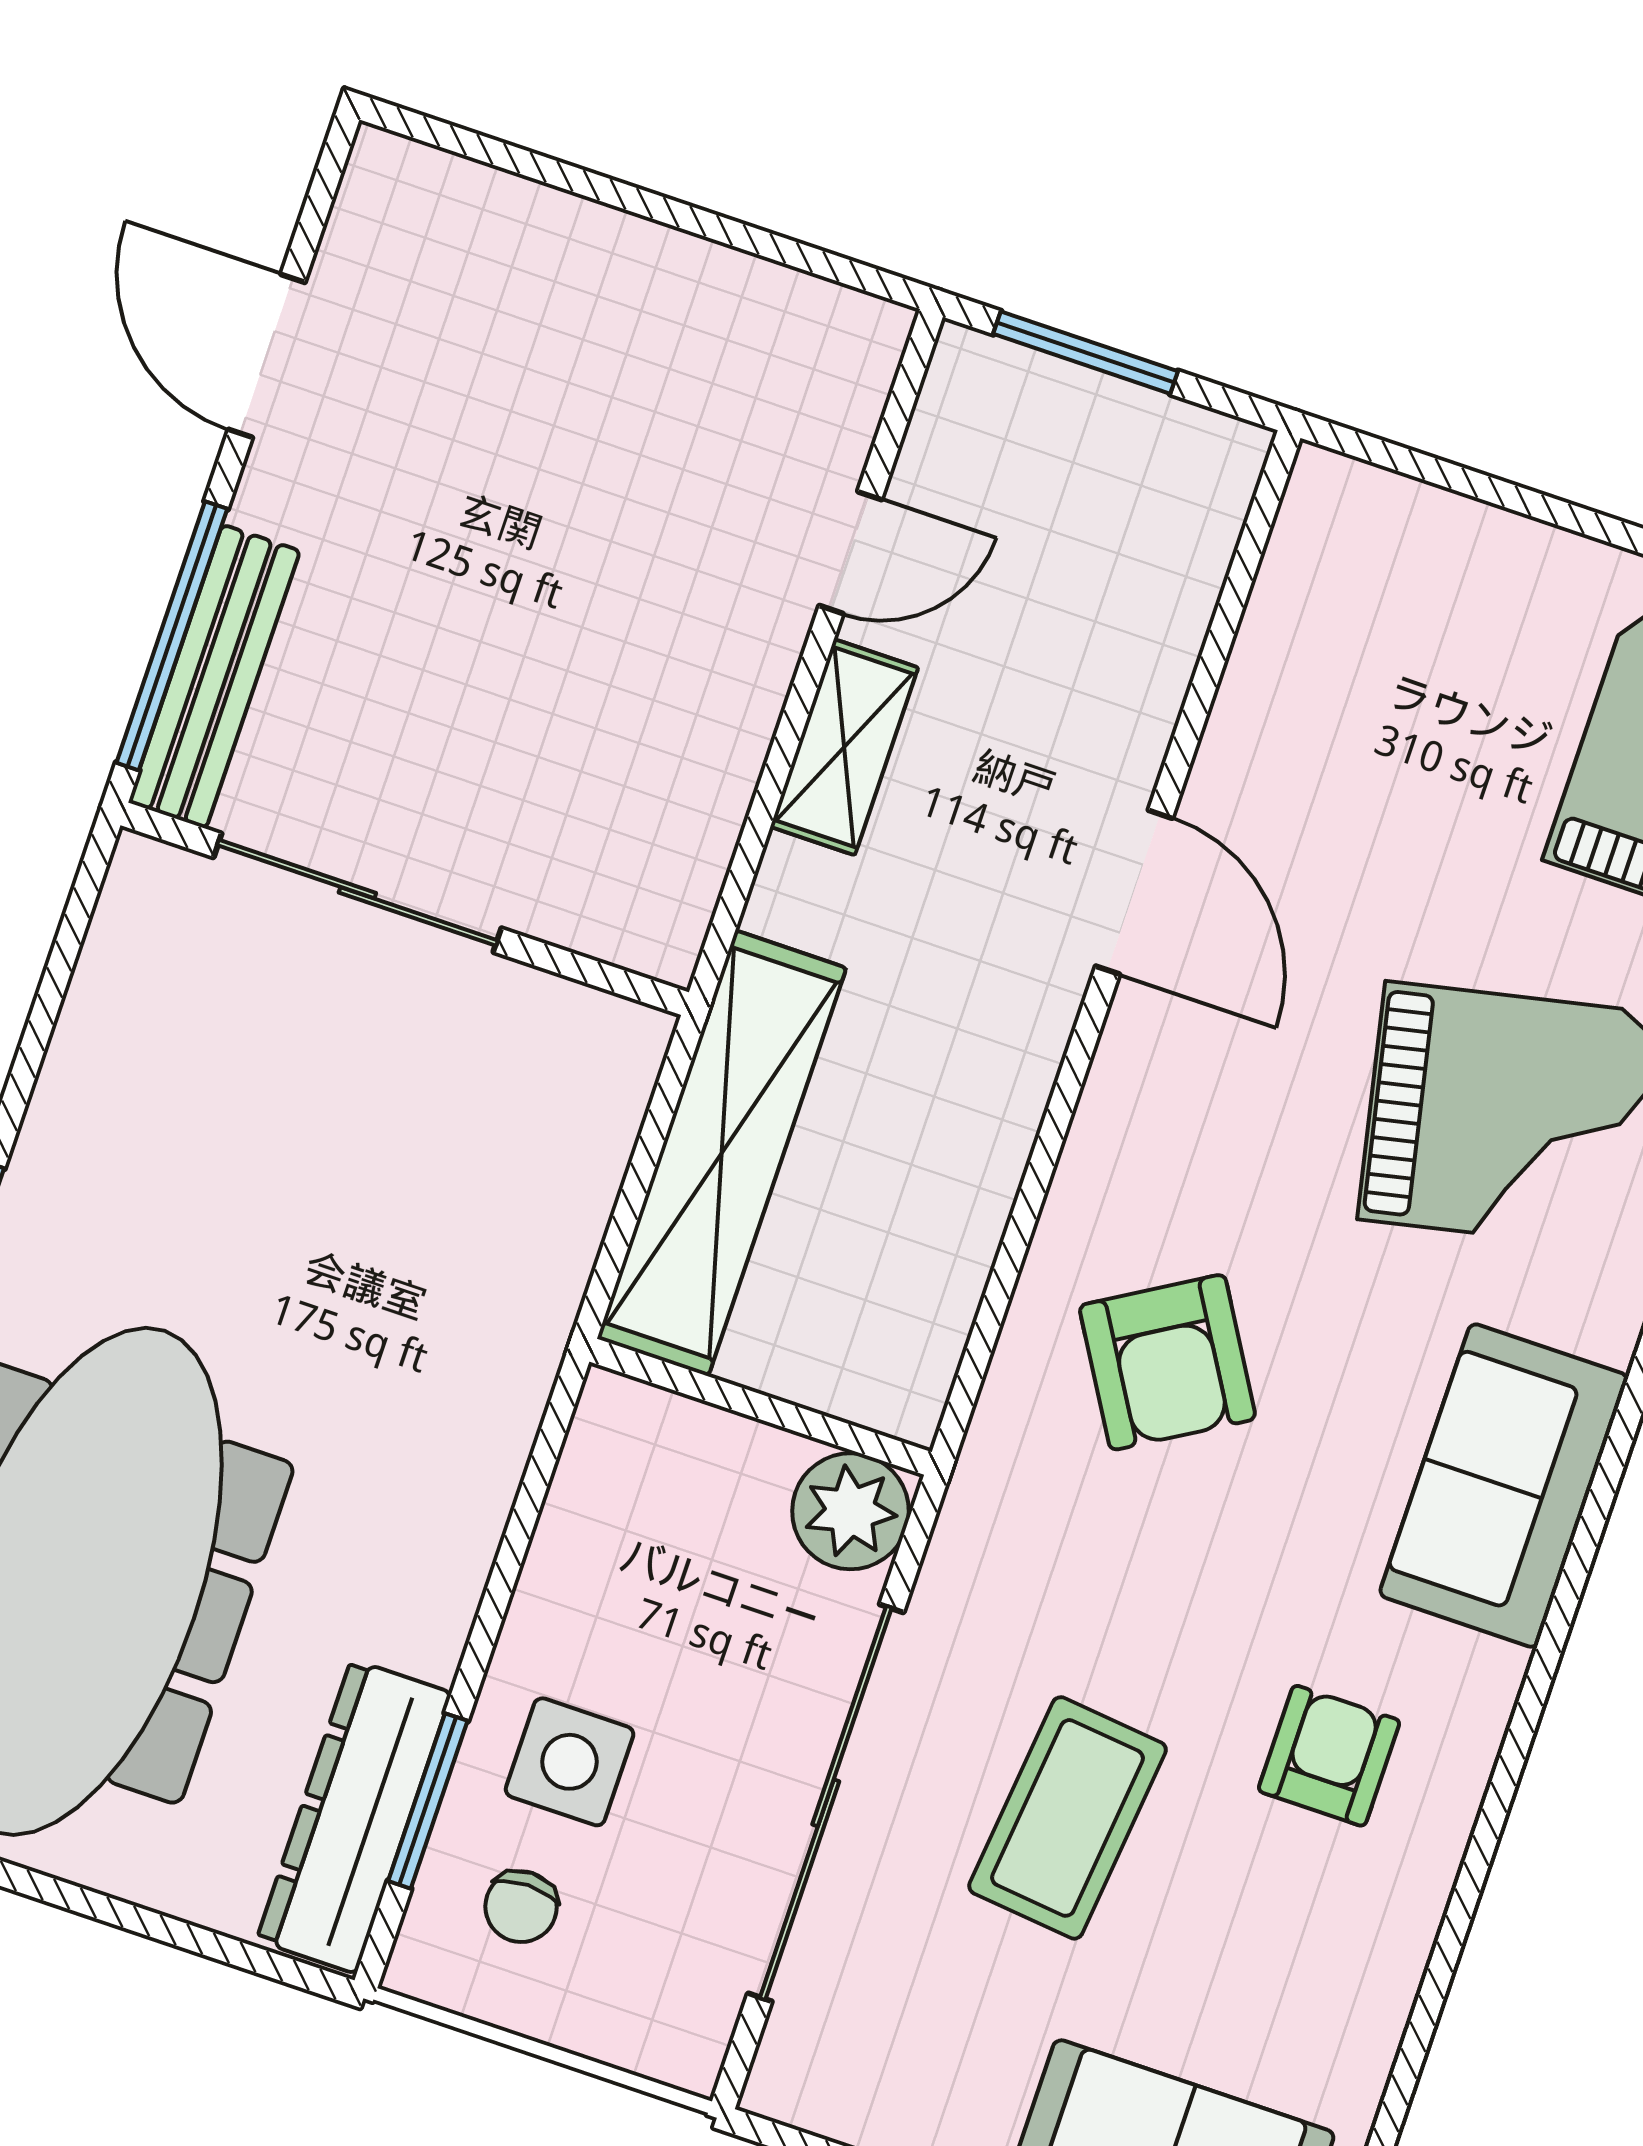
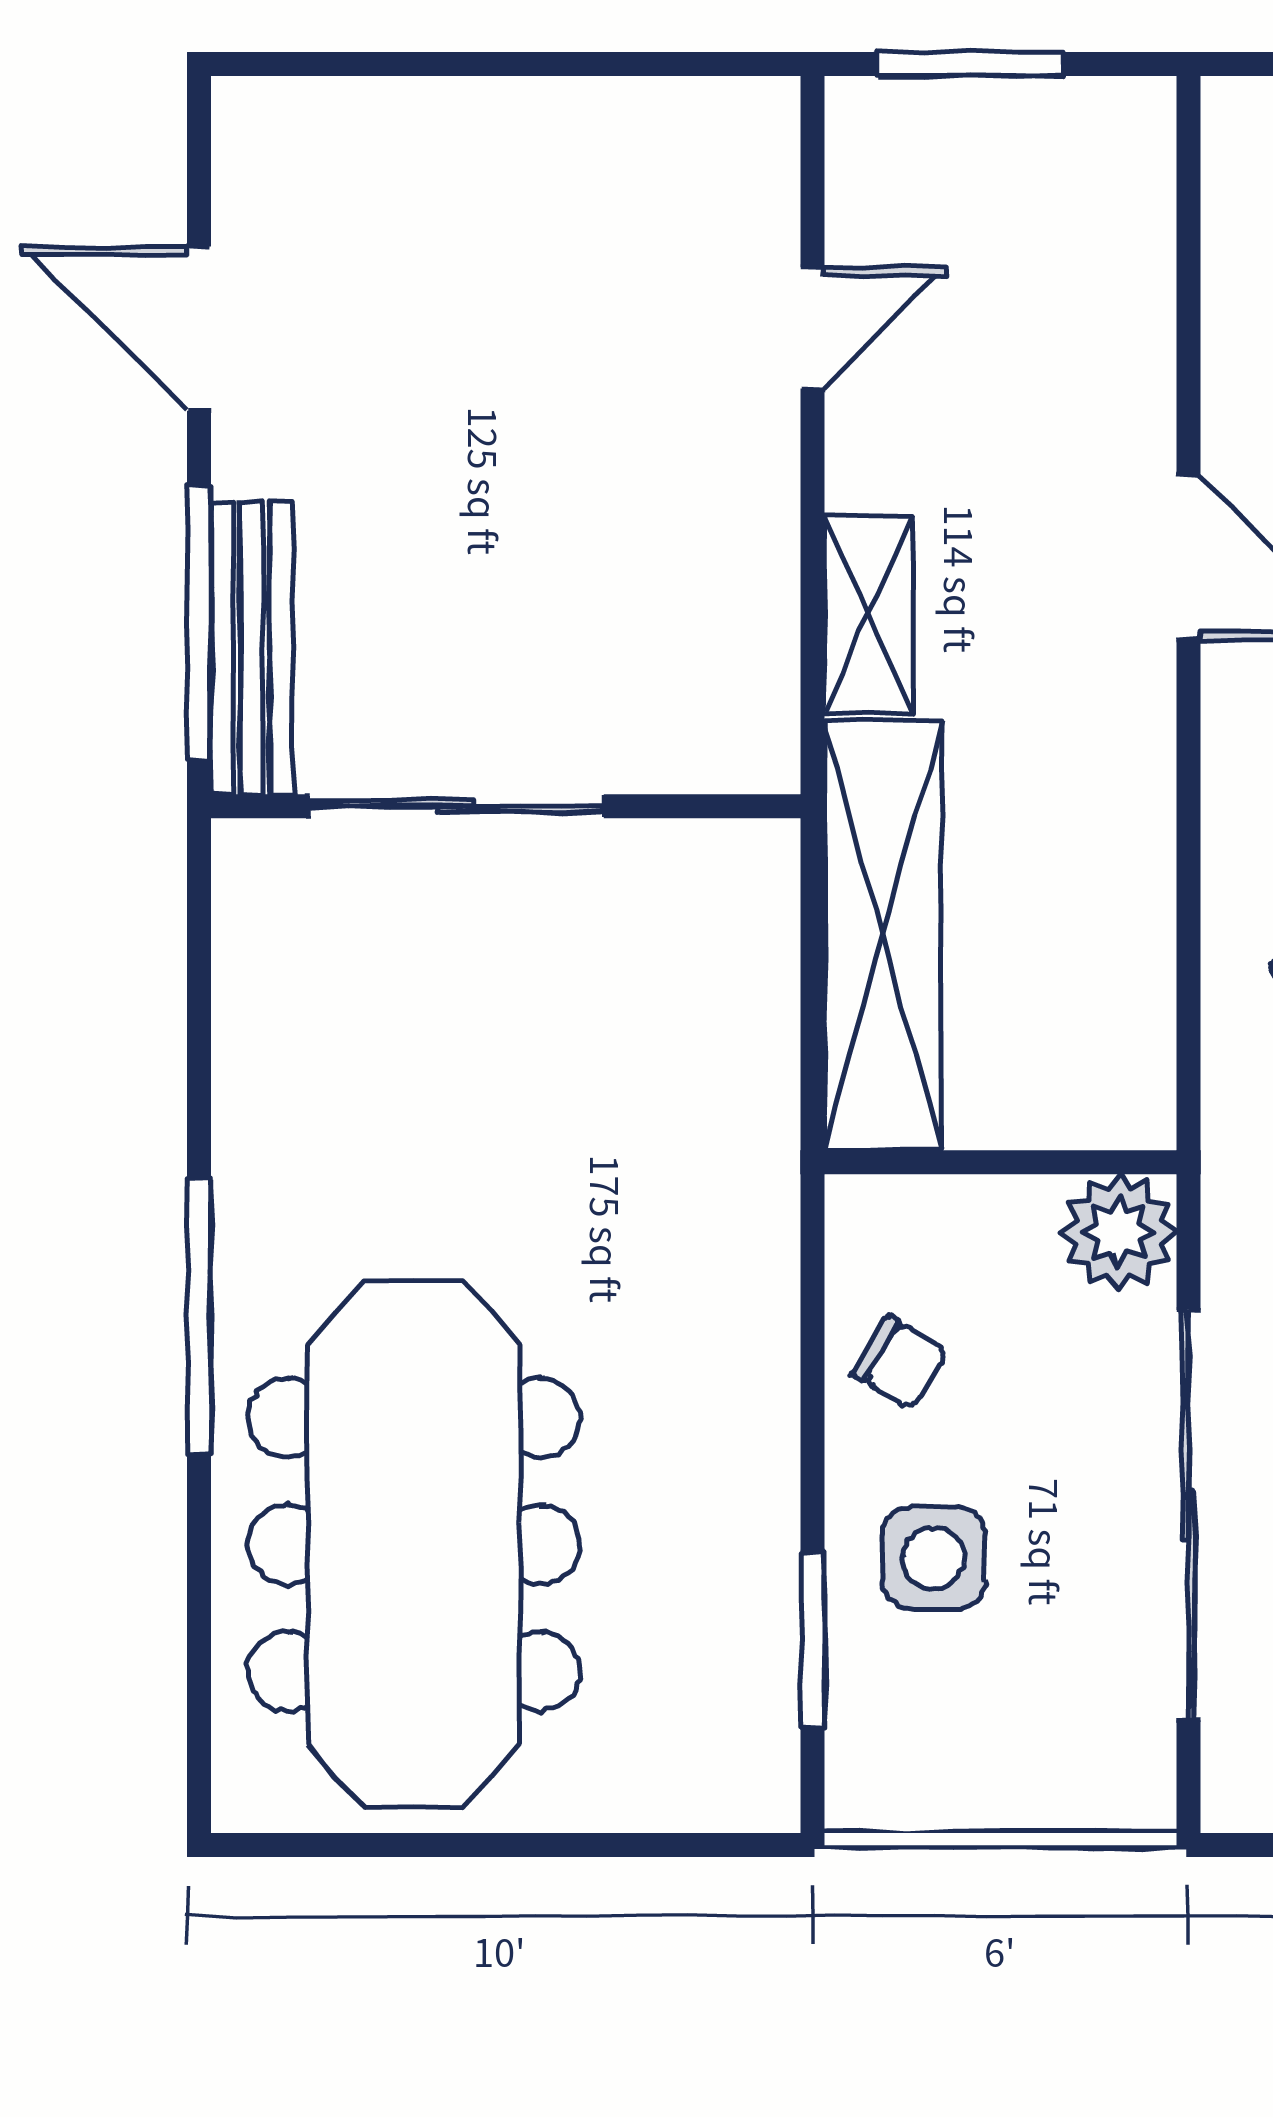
shelving: (844, 747) -> (869, 614), moved
dresser: (354, 1816) -> (748, 1679), removed
chair: (521, 1907) -> (900, 1363), moved, turned -59

